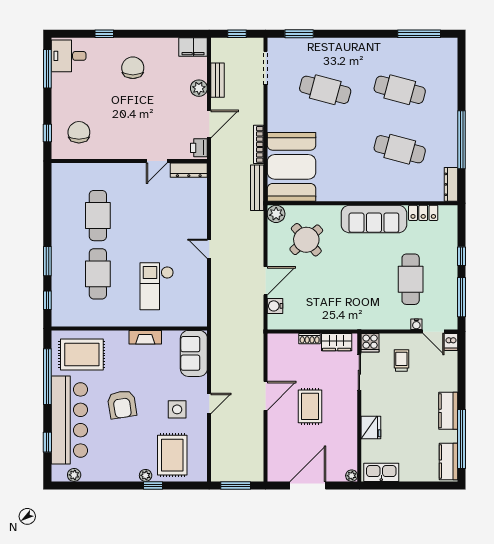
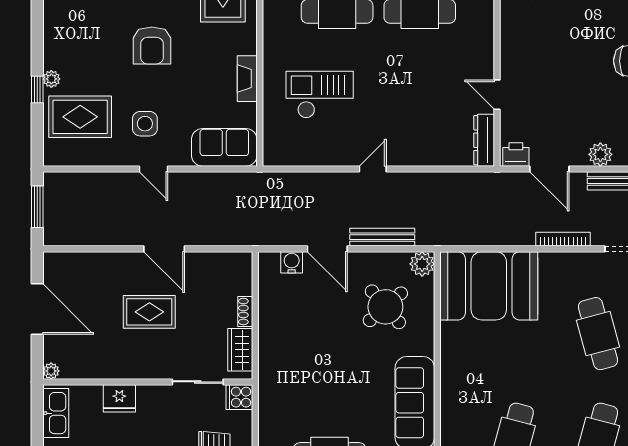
cafe table: (325, 90) -> (598, 334), turned -30
bookcase: (259, 144) -> (563, 239), moved
bench: (257, 188) -> (382, 237), moved
armchair: (122, 404) -> (152, 45), turned -81

